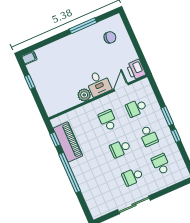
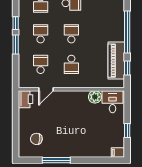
desk: (98, 83) -> (113, 102), moved
plant: (84, 95) -> (95, 97), moved
school desk: (136, 108) -> (41, 64), turned -90
school desk: (120, 148) -> (71, 34), turned -90

